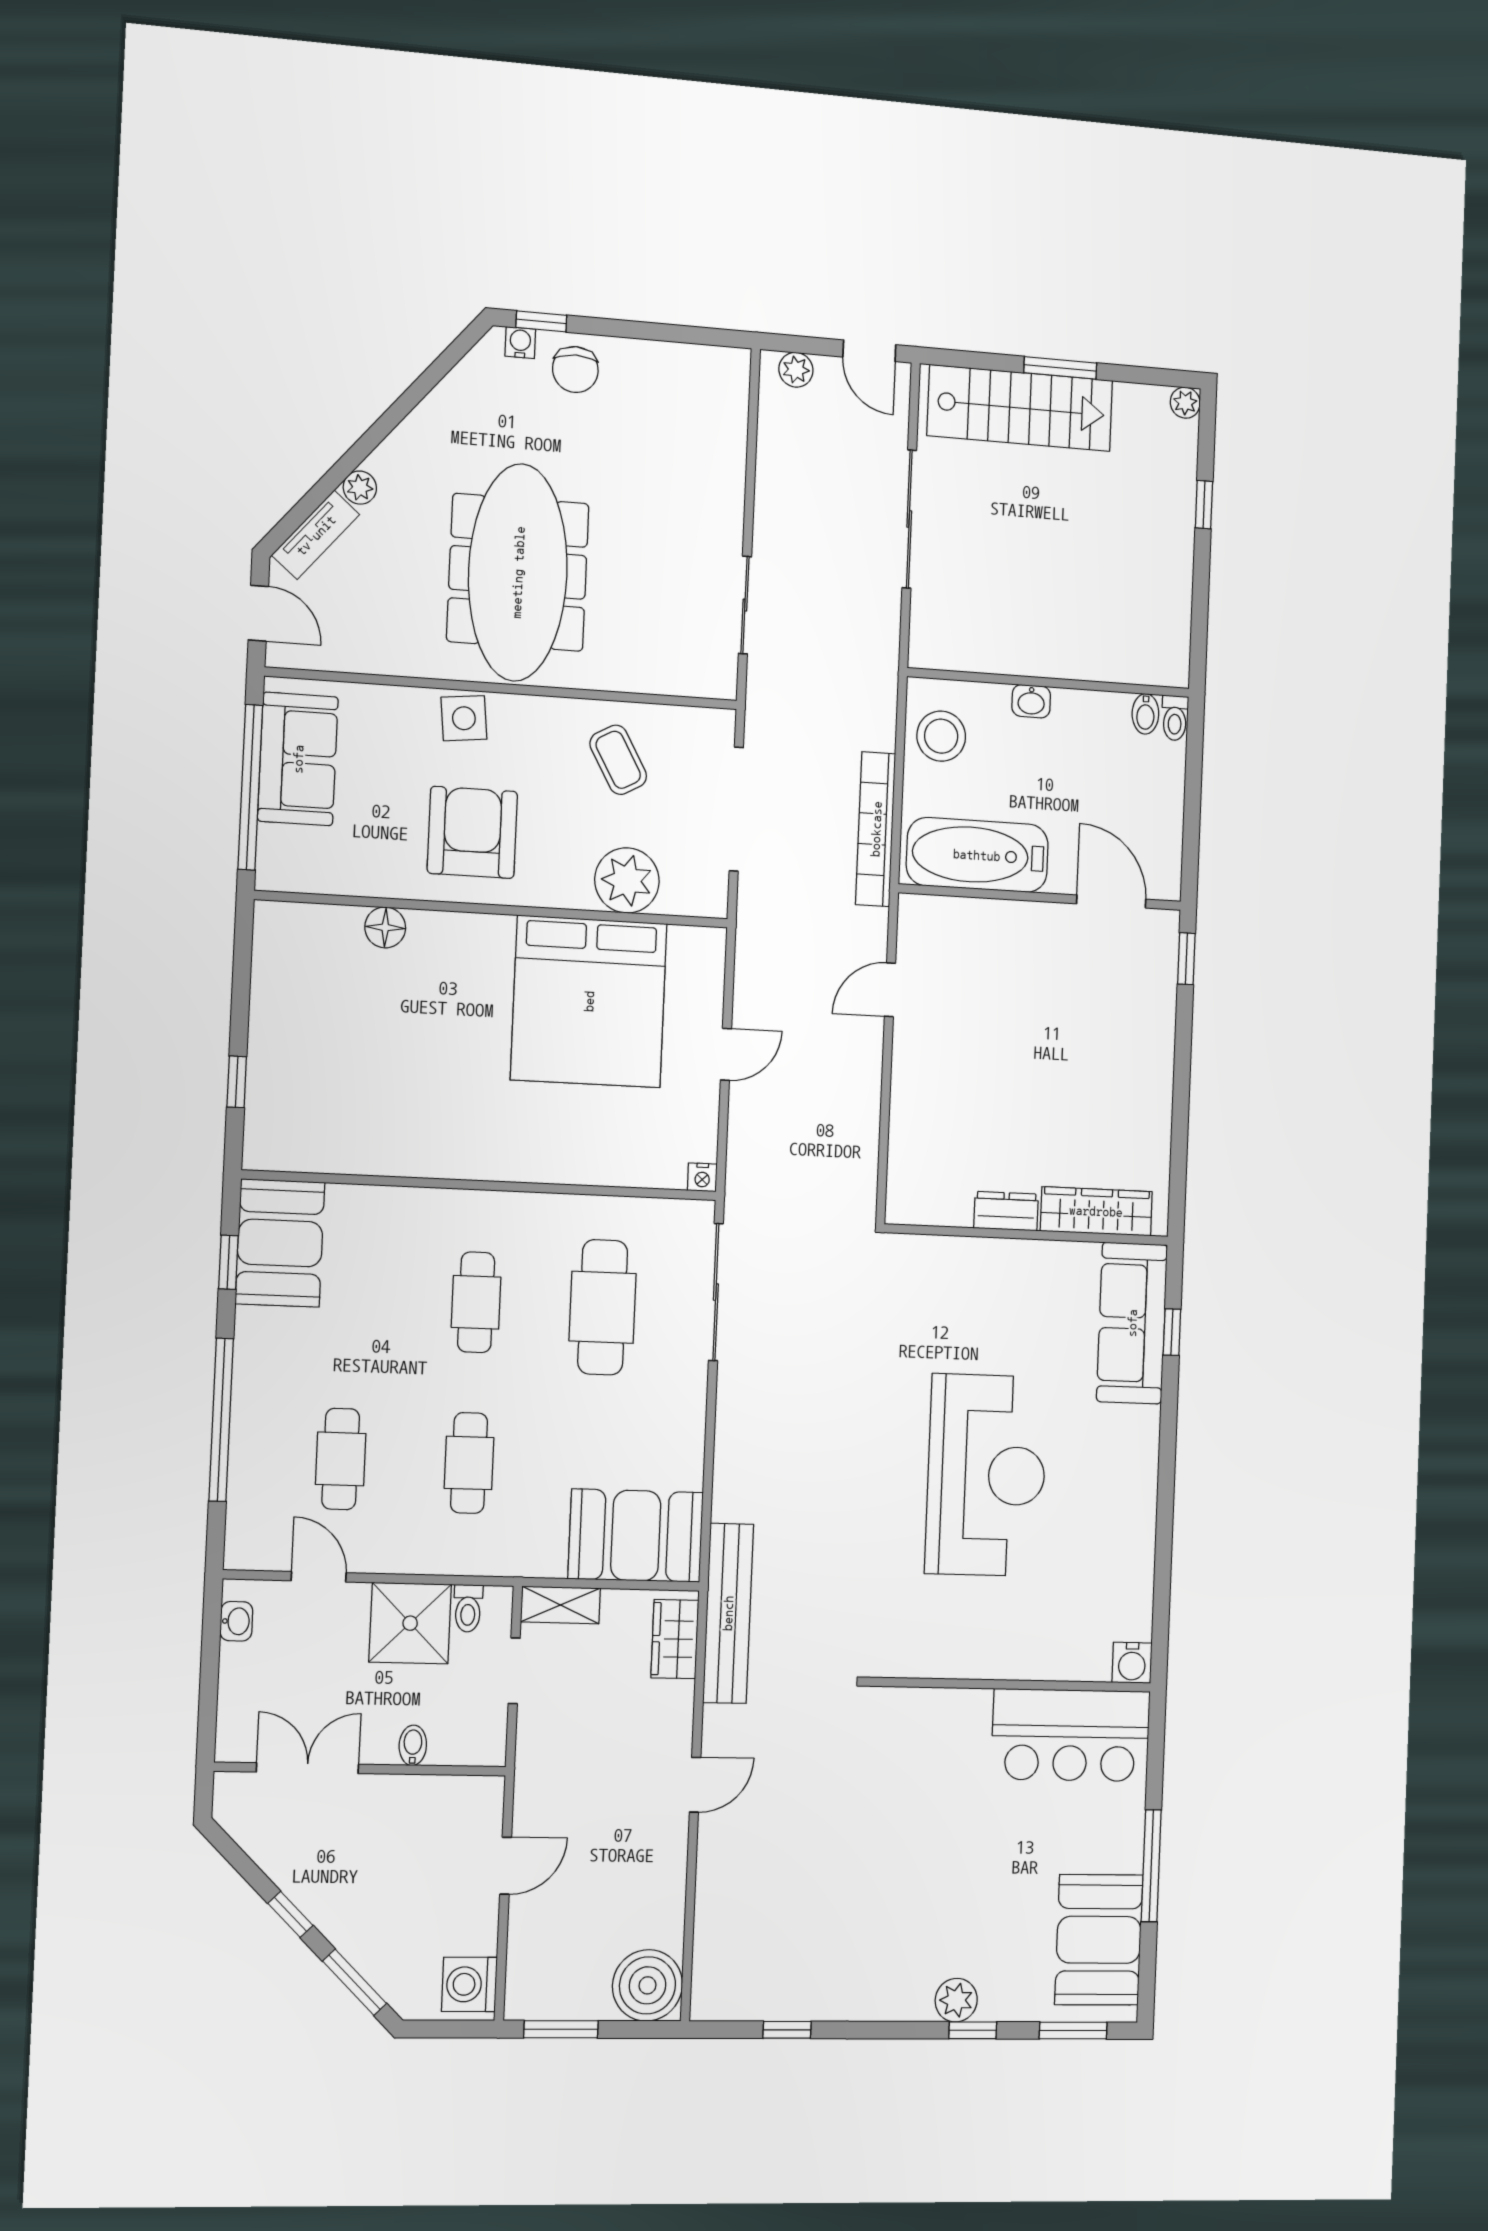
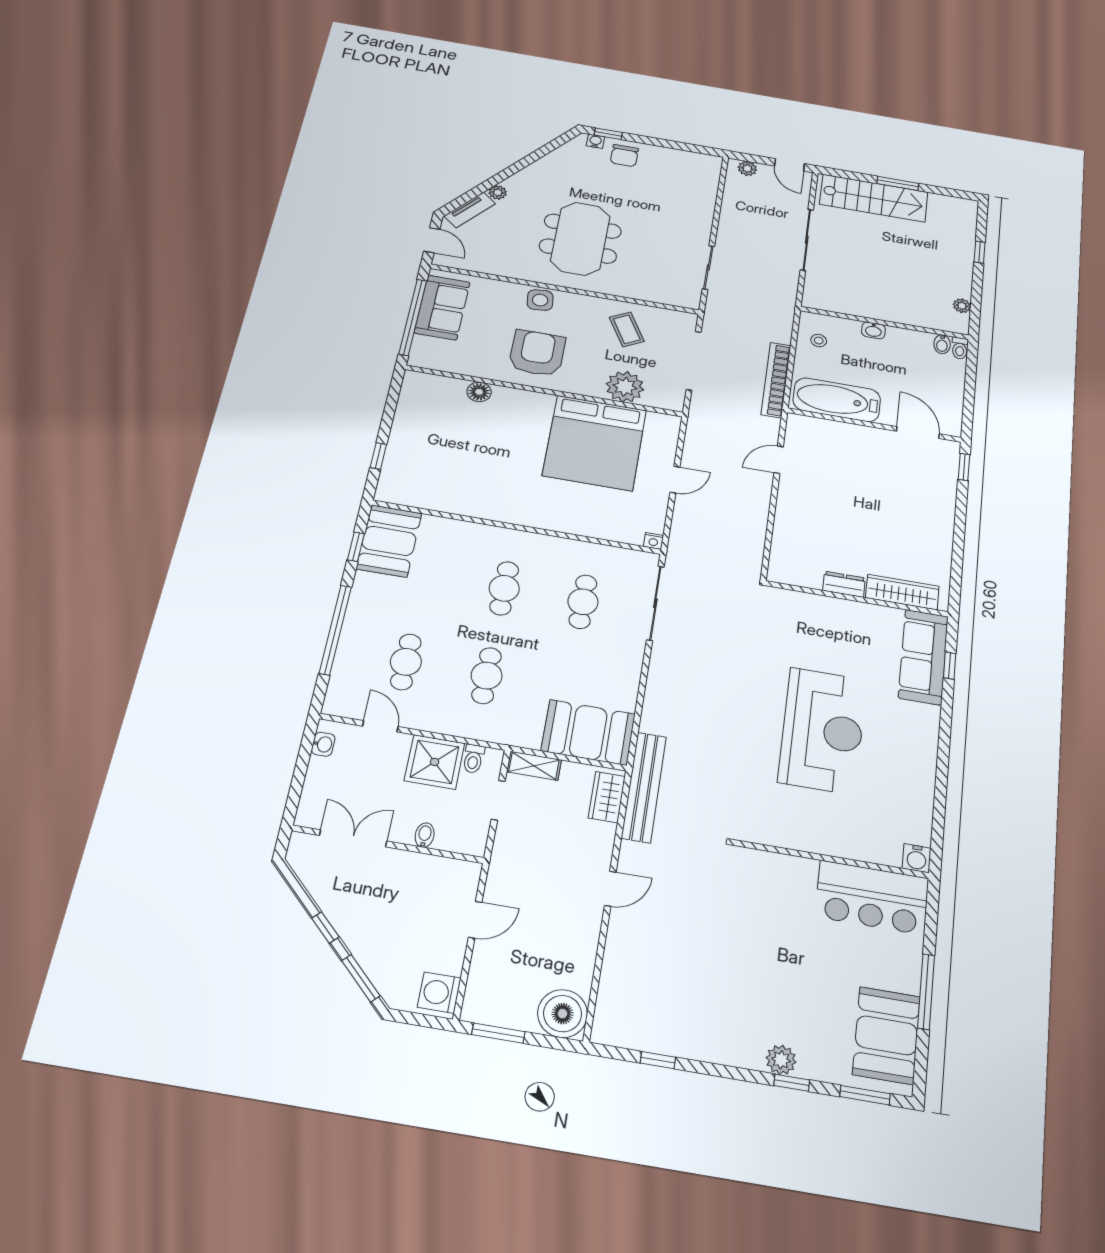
plant: (1185, 403) -> (962, 306), moved
meeting table: (518, 572) -> (580, 239), width x0.73
stool: (941, 736) -> (819, 341), width x0.53, depth x0.53
cafe table: (603, 1307) -> (583, 602), width x0.73, depth x0.74

